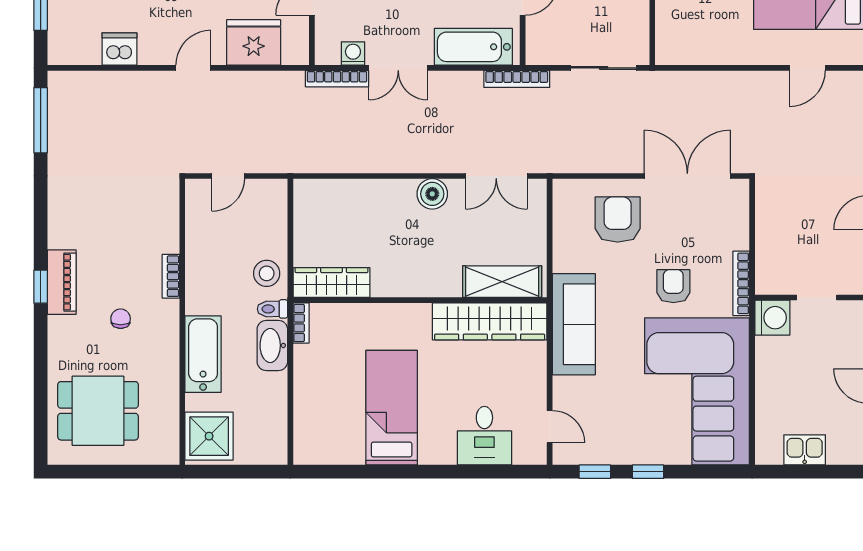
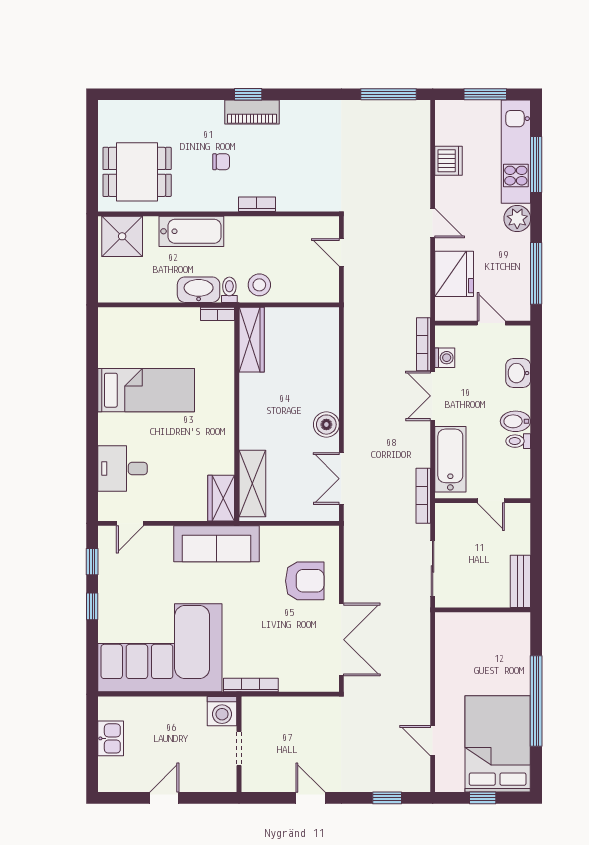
armchair: (673, 286) -> (249, 628), removed
wardrobe: (490, 321) -> (221, 498), width x0.48, depth x0.85
dining table: (98, 411) -> (137, 172), moved, turned 90

